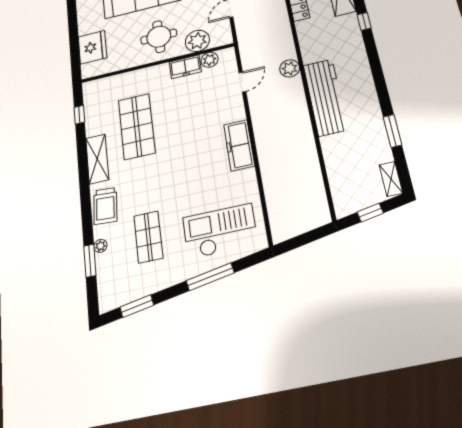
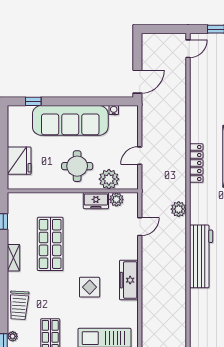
plant: (290, 68) -> (179, 209), moved
shelving: (97, 159) -> (14, 258), width x0.67, depth x0.75
display table: (191, 165) -> (90, 287), added

